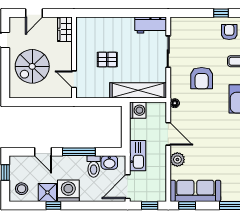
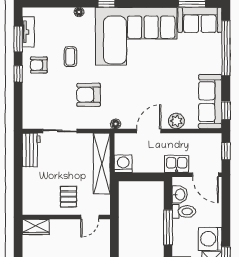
wardrobe: (65, 29) -> (36, 227), moved
wall: (74, 57) -> (66, 217), moved
armchair: (202, 78) -> (89, 95), turned 180
door: (74, 79) -> (90, 217), moved
kitchen sink: (138, 156) -> (177, 164), width x0.73

